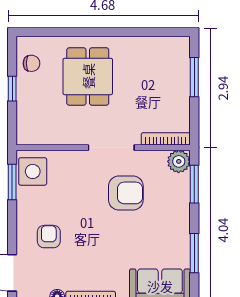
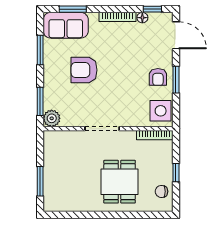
bookcase: (166, 139) -> (155, 135), moved
window: (12, 182) -> (176, 80), moved
armchair: (126, 193) -> (84, 70), moved
armchair: (49, 237) -> (158, 77), moved

